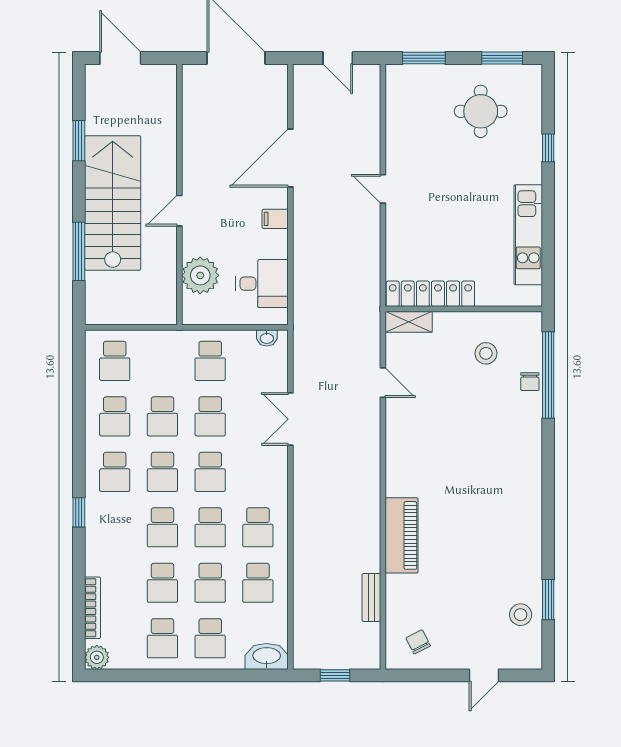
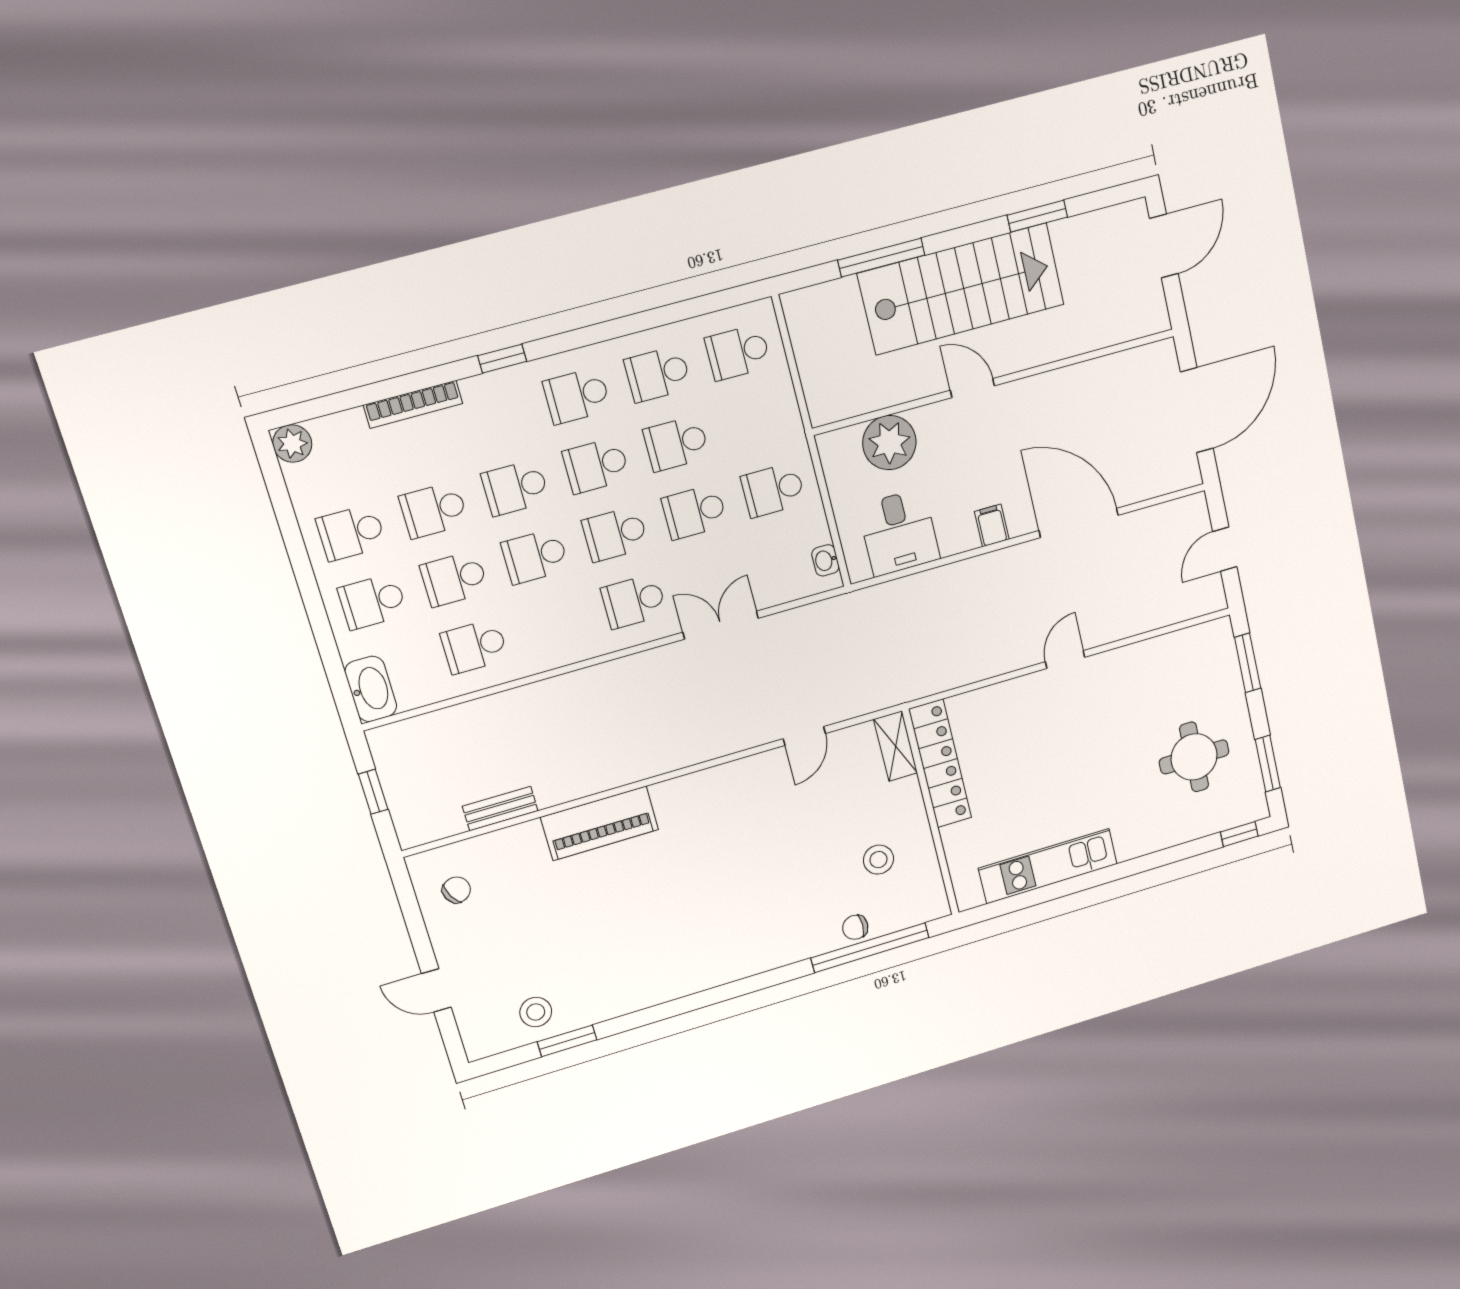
window: (548, 148) -> (1239, 834), moved
school desk: (258, 527) -> (634, 601), moved
bookcase: (93, 608) -> (413, 404), moved

